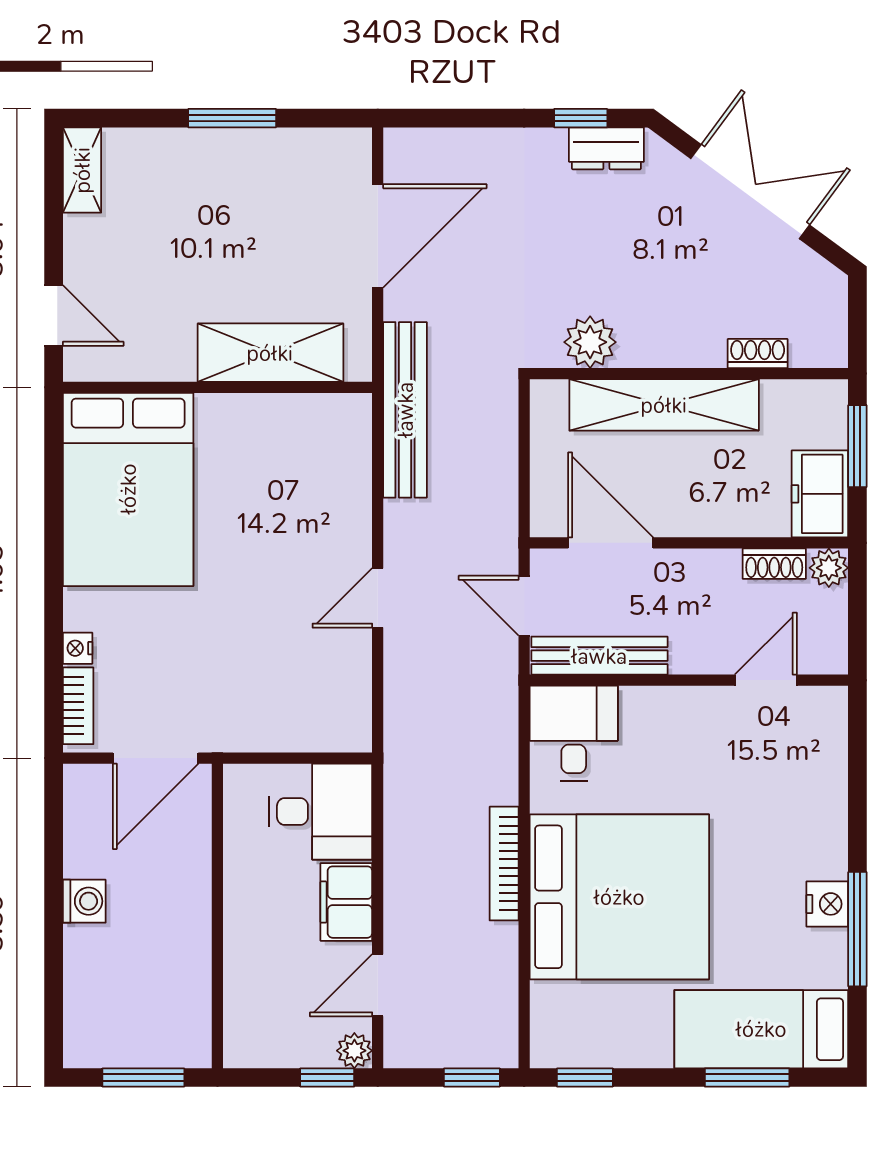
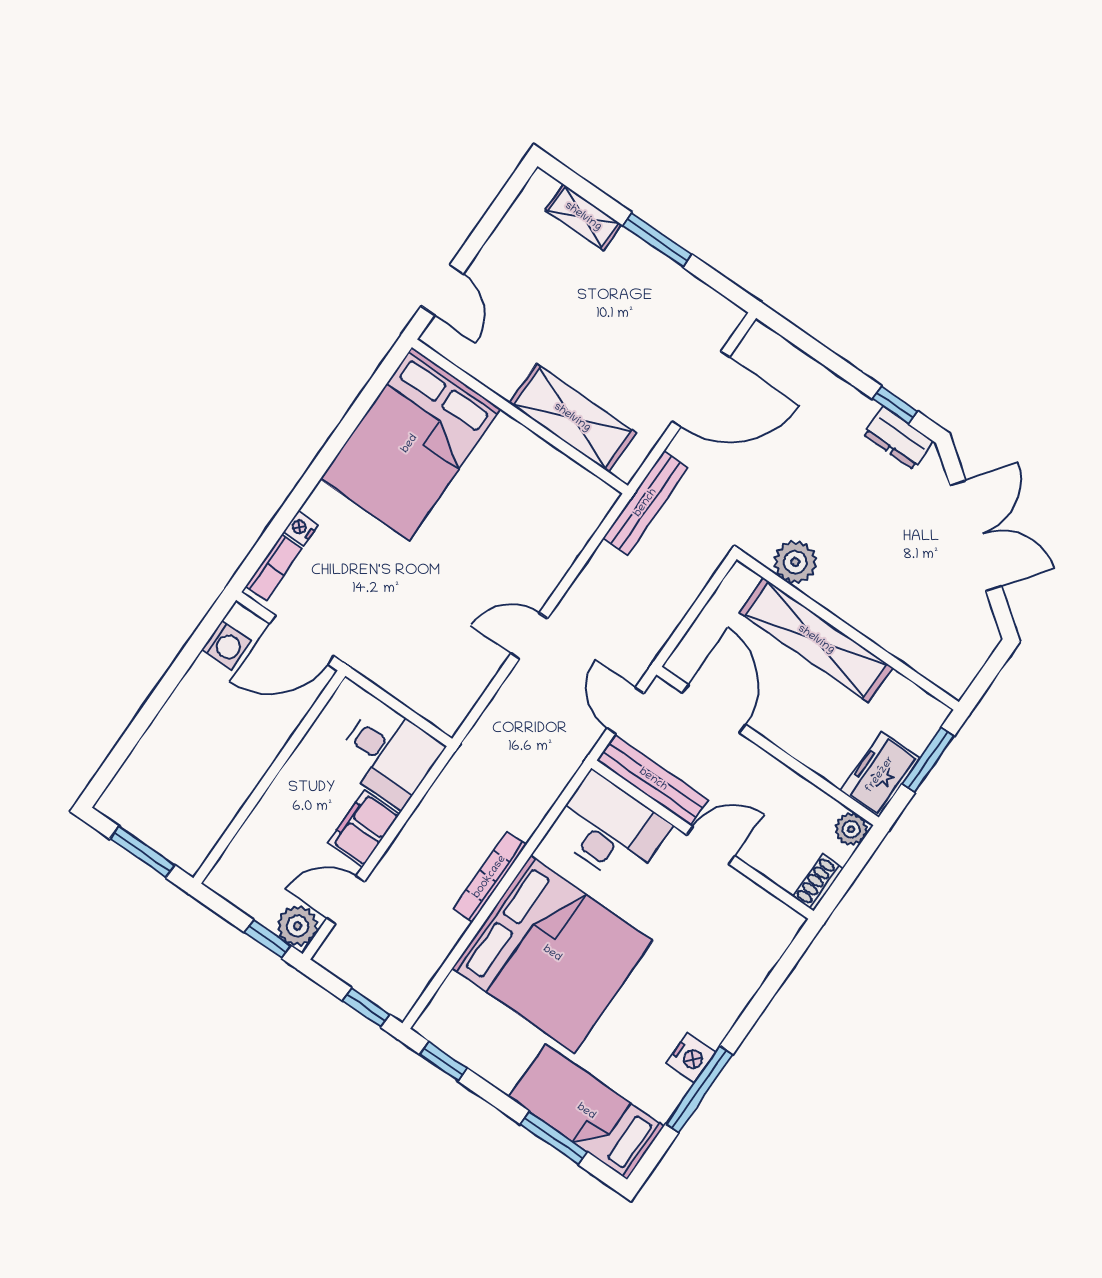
shelving: (82, 170) -> (583, 217), moved, turned 90
shoe rack: (758, 353) -> (904, 649), removed
bench: (405, 410) -> (646, 503), width x0.73, depth x0.82
shoe rack: (774, 564) -> (818, 883), moved, turned 90
door: (766, 680) -> (711, 845), moved
desk: (574, 733) -> (610, 829), width x1.37
washing machine: (84, 901) -> (226, 645), moved
plant: (354, 1051) -> (298, 926), width x1.38, depth x1.38

